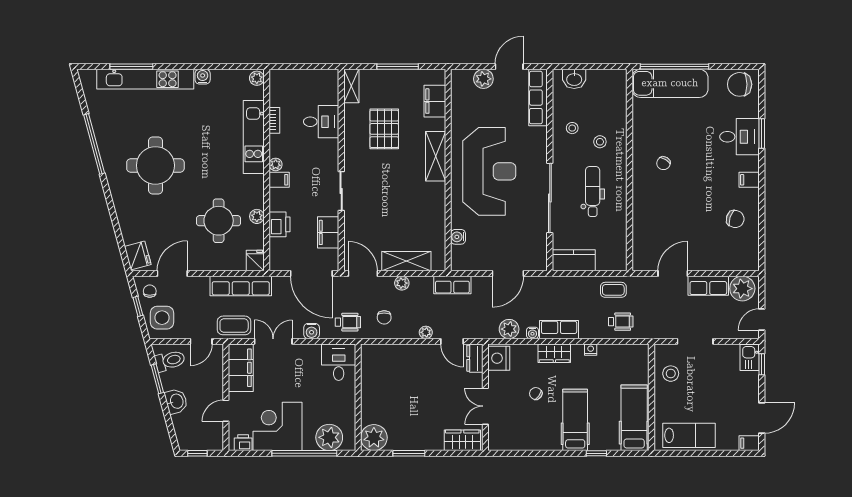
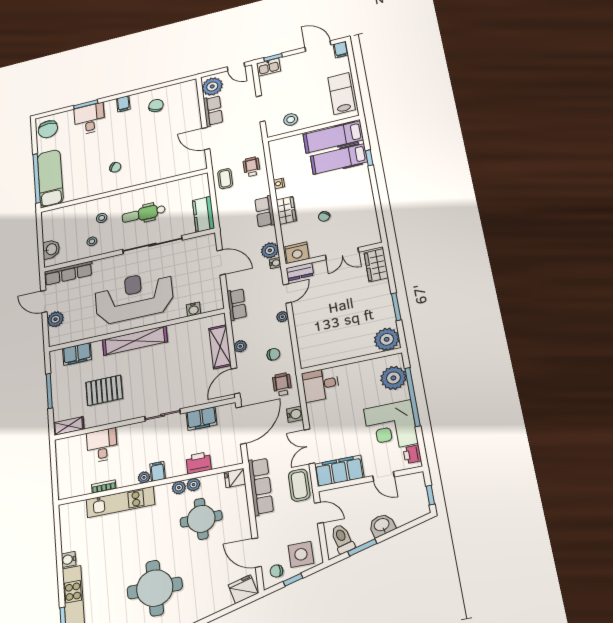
plant: (257, 78) -> (179, 488), moved
shelving: (436, 156) -> (135, 341), width x1.47
water cooler: (532, 333) -> (275, 263), moved
hospital bed: (575, 420) -> (339, 159), moved

